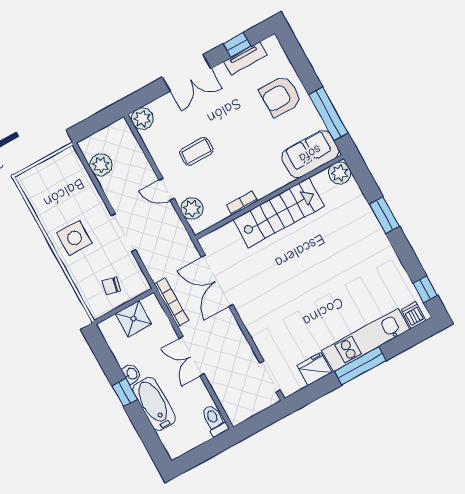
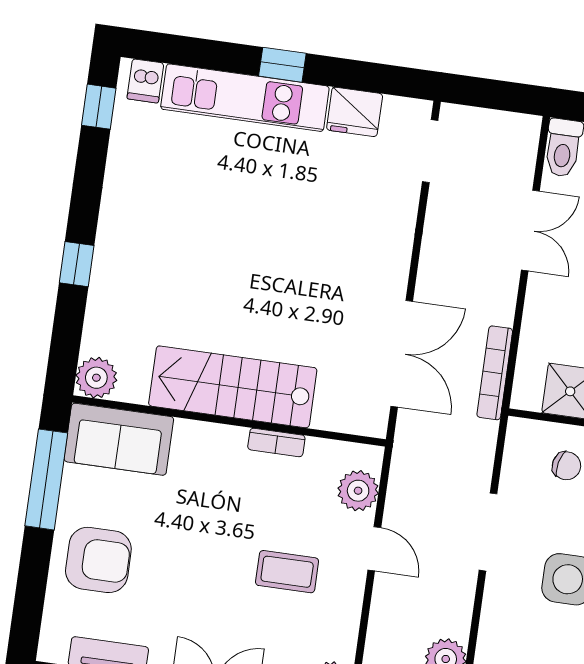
window: (384, 215) -> (77, 264), width x0.67
double door: (192, 356) -> (530, 231), moved
window: (360, 366) -> (282, 65), width x0.46

